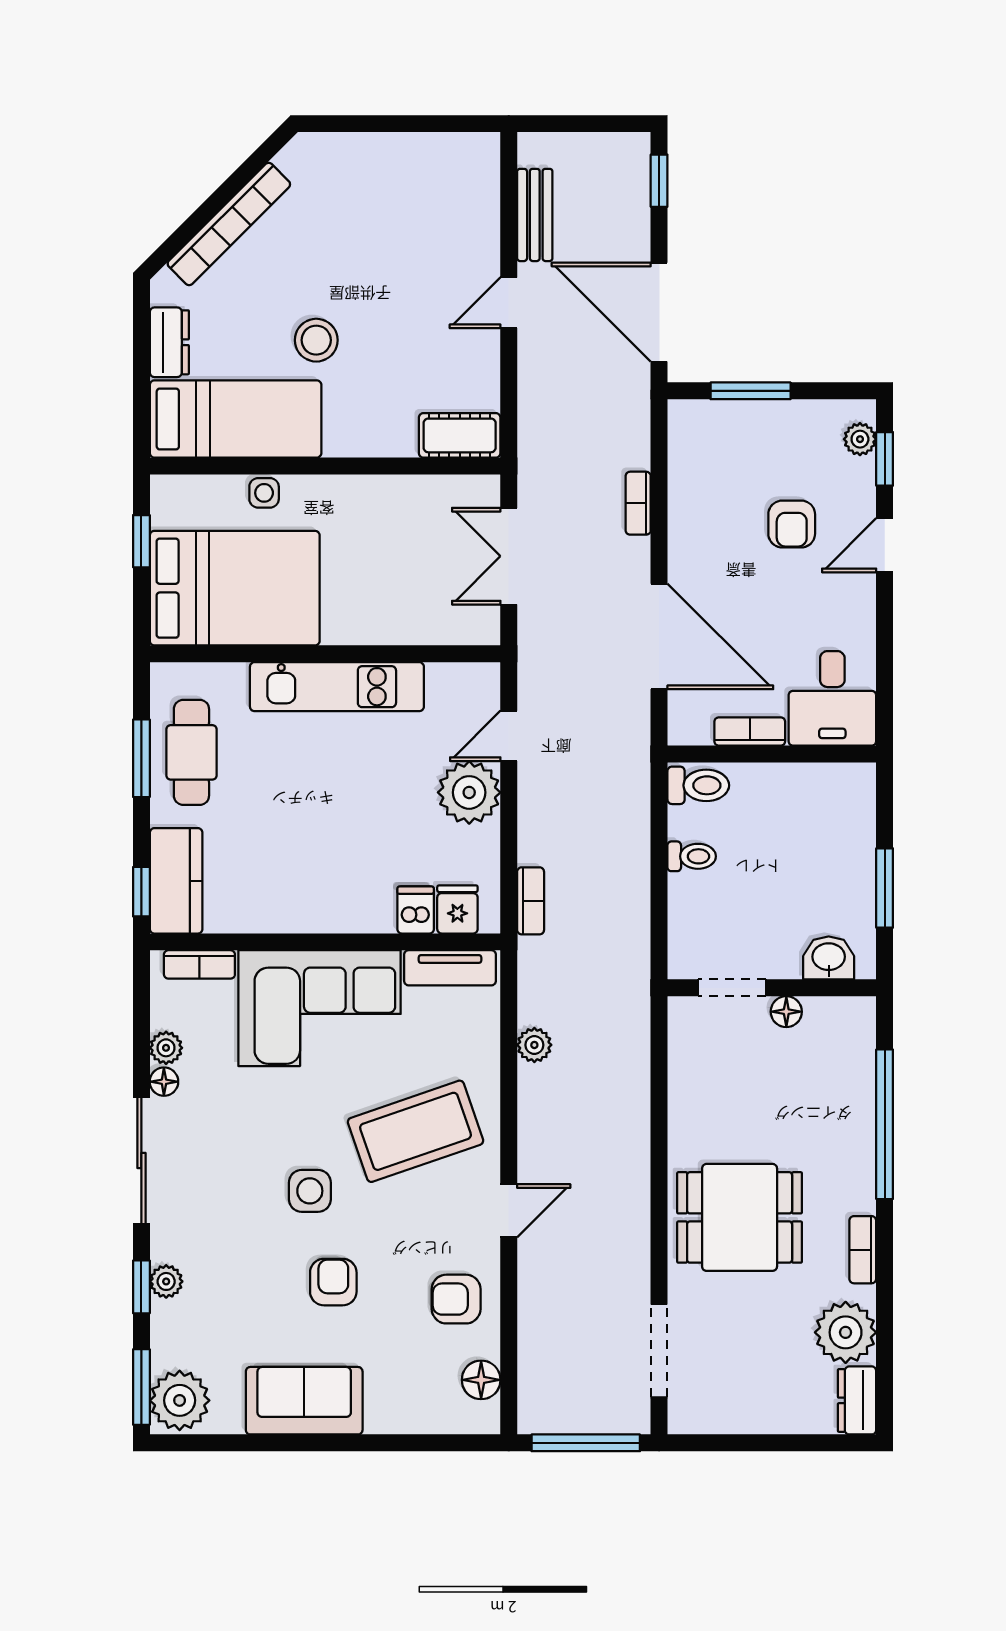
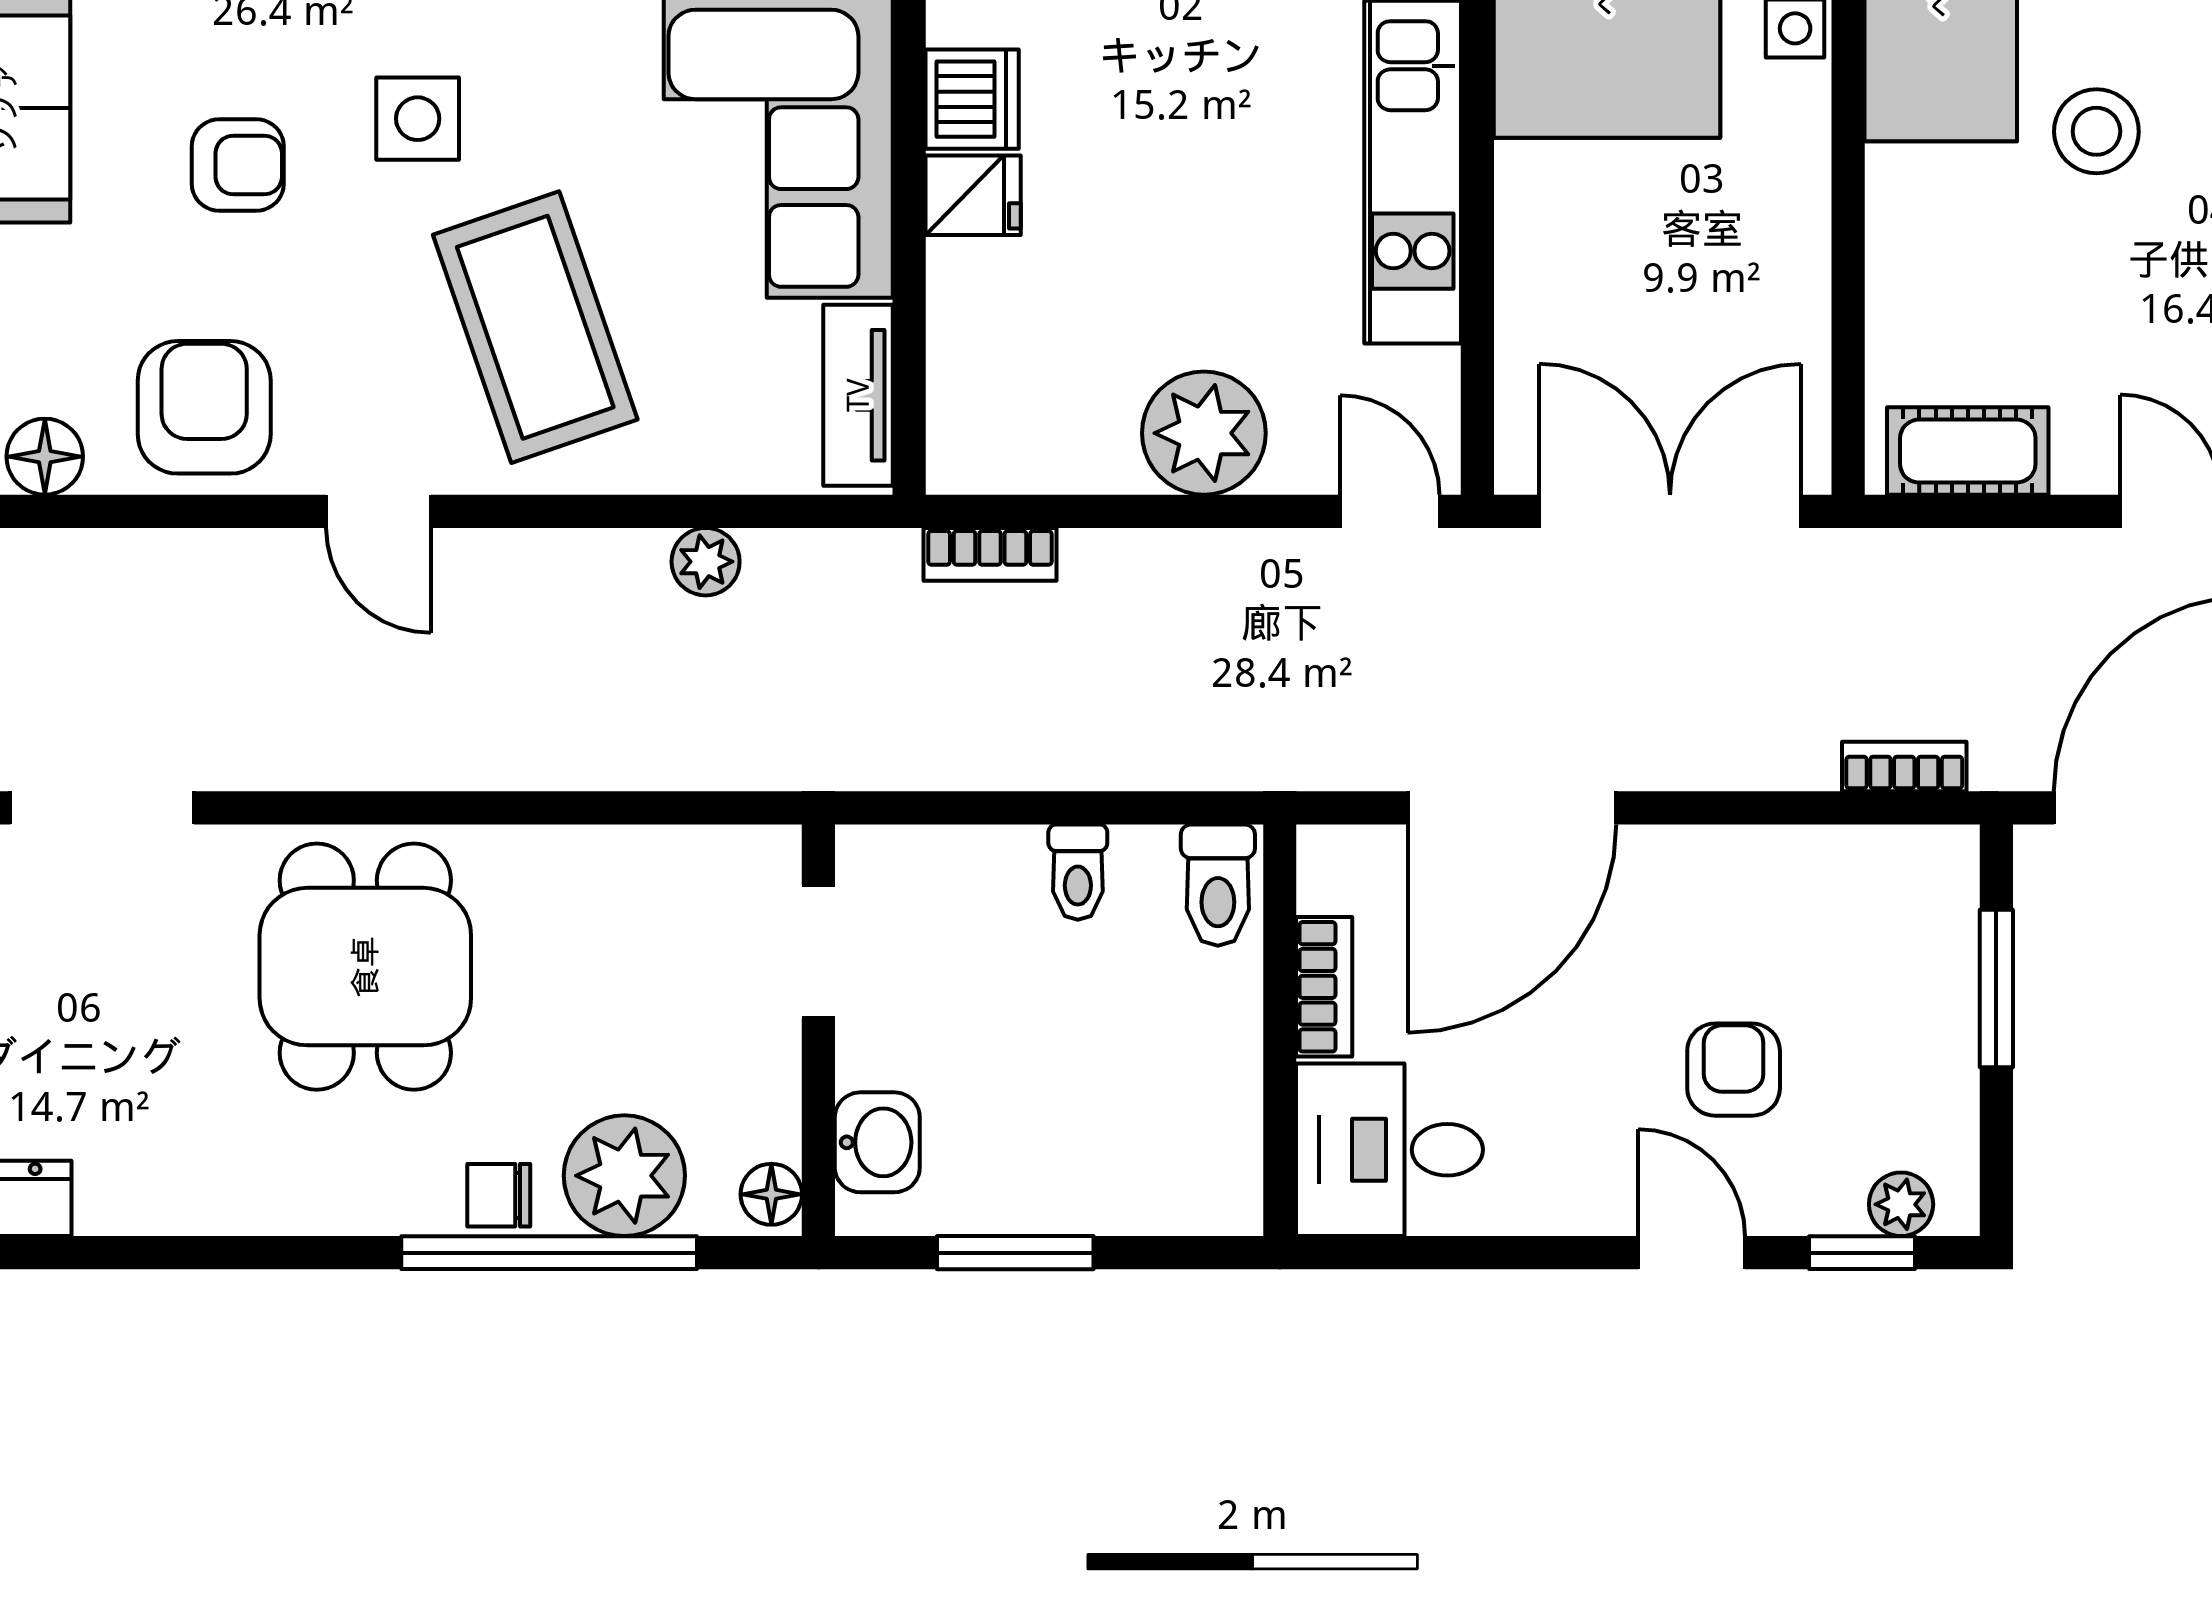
cot: (460, 435) -> (1968, 451), moved, turned 90
bookcase: (638, 503) -> (1904, 767), moved
armchair: (792, 524) -> (1734, 1070), turned 90
double door: (509, 556) -> (1670, 511), width x1.37
door: (509, 736) -> (1390, 511), moved
fridge: (457, 909) -> (973, 195), moved
dishwasher: (416, 910) -> (972, 99), moved, width x1.38
floor lamp: (786, 1012) -> (771, 1194), moved
chair: (855, 1150) -> (499, 1195), added
bookcase: (863, 1250) -> (302, 1210), removed
armchair: (456, 1299) -> (204, 407), width x1.38, depth x1.38
plant: (846, 1332) -> (624, 1176), moved

